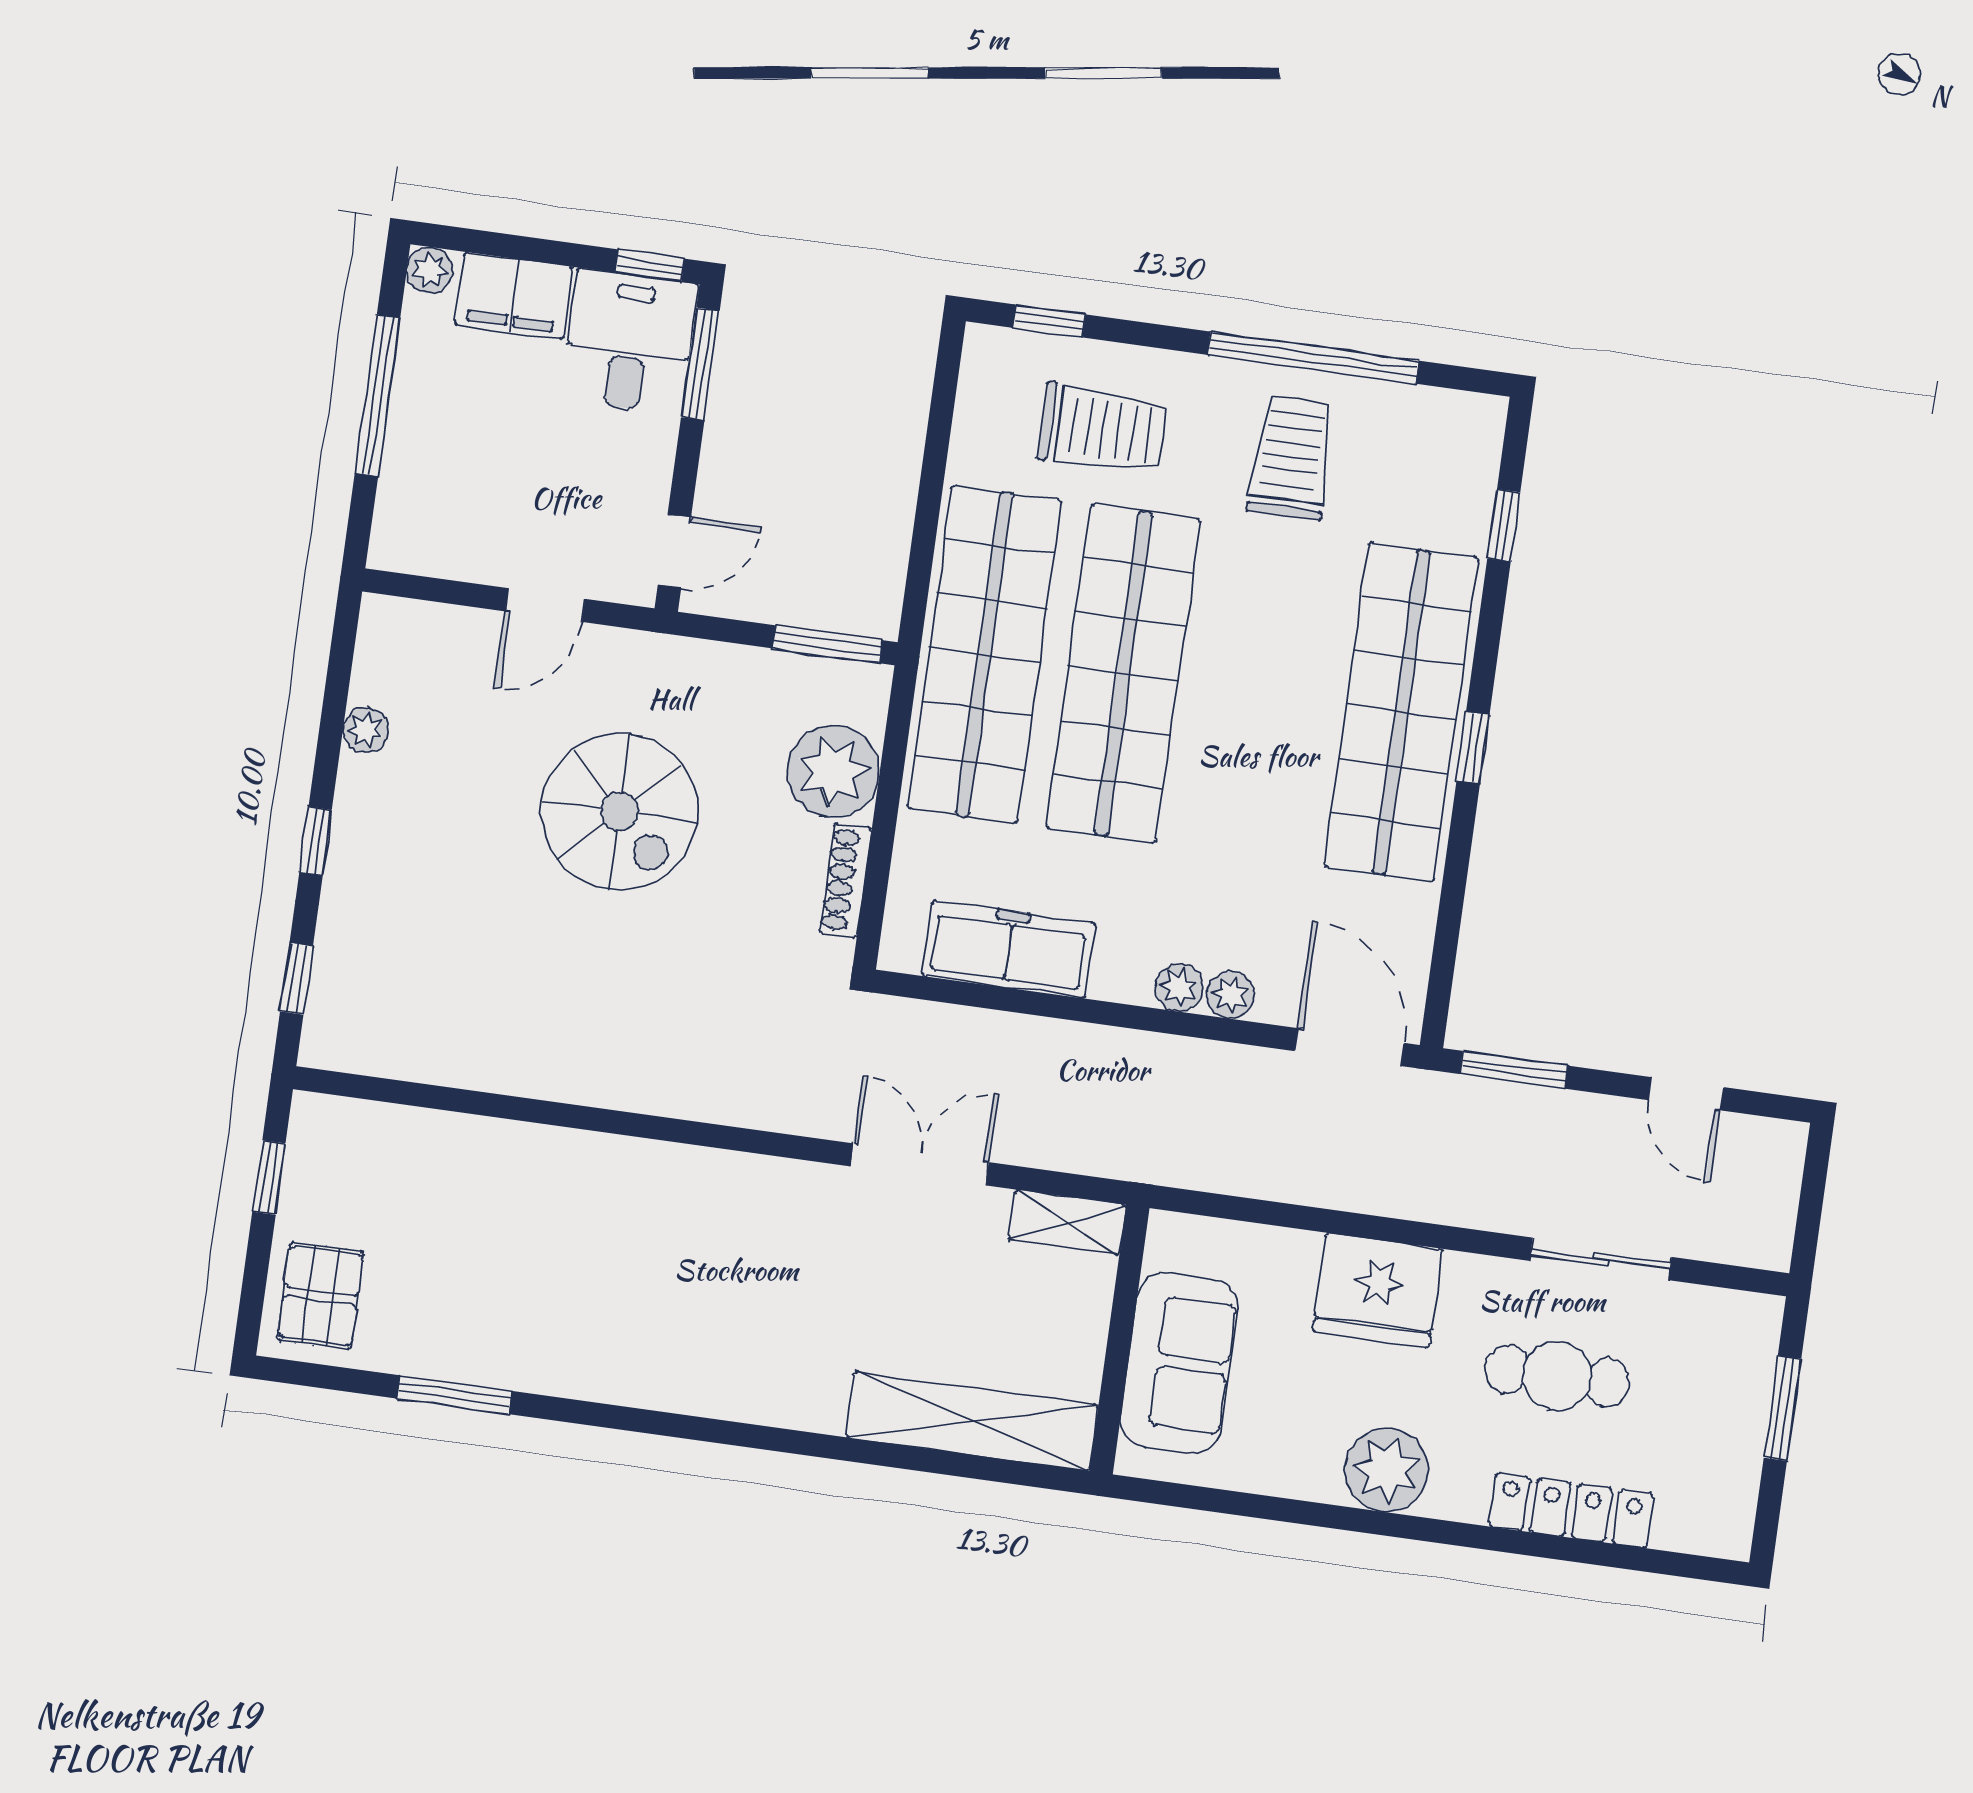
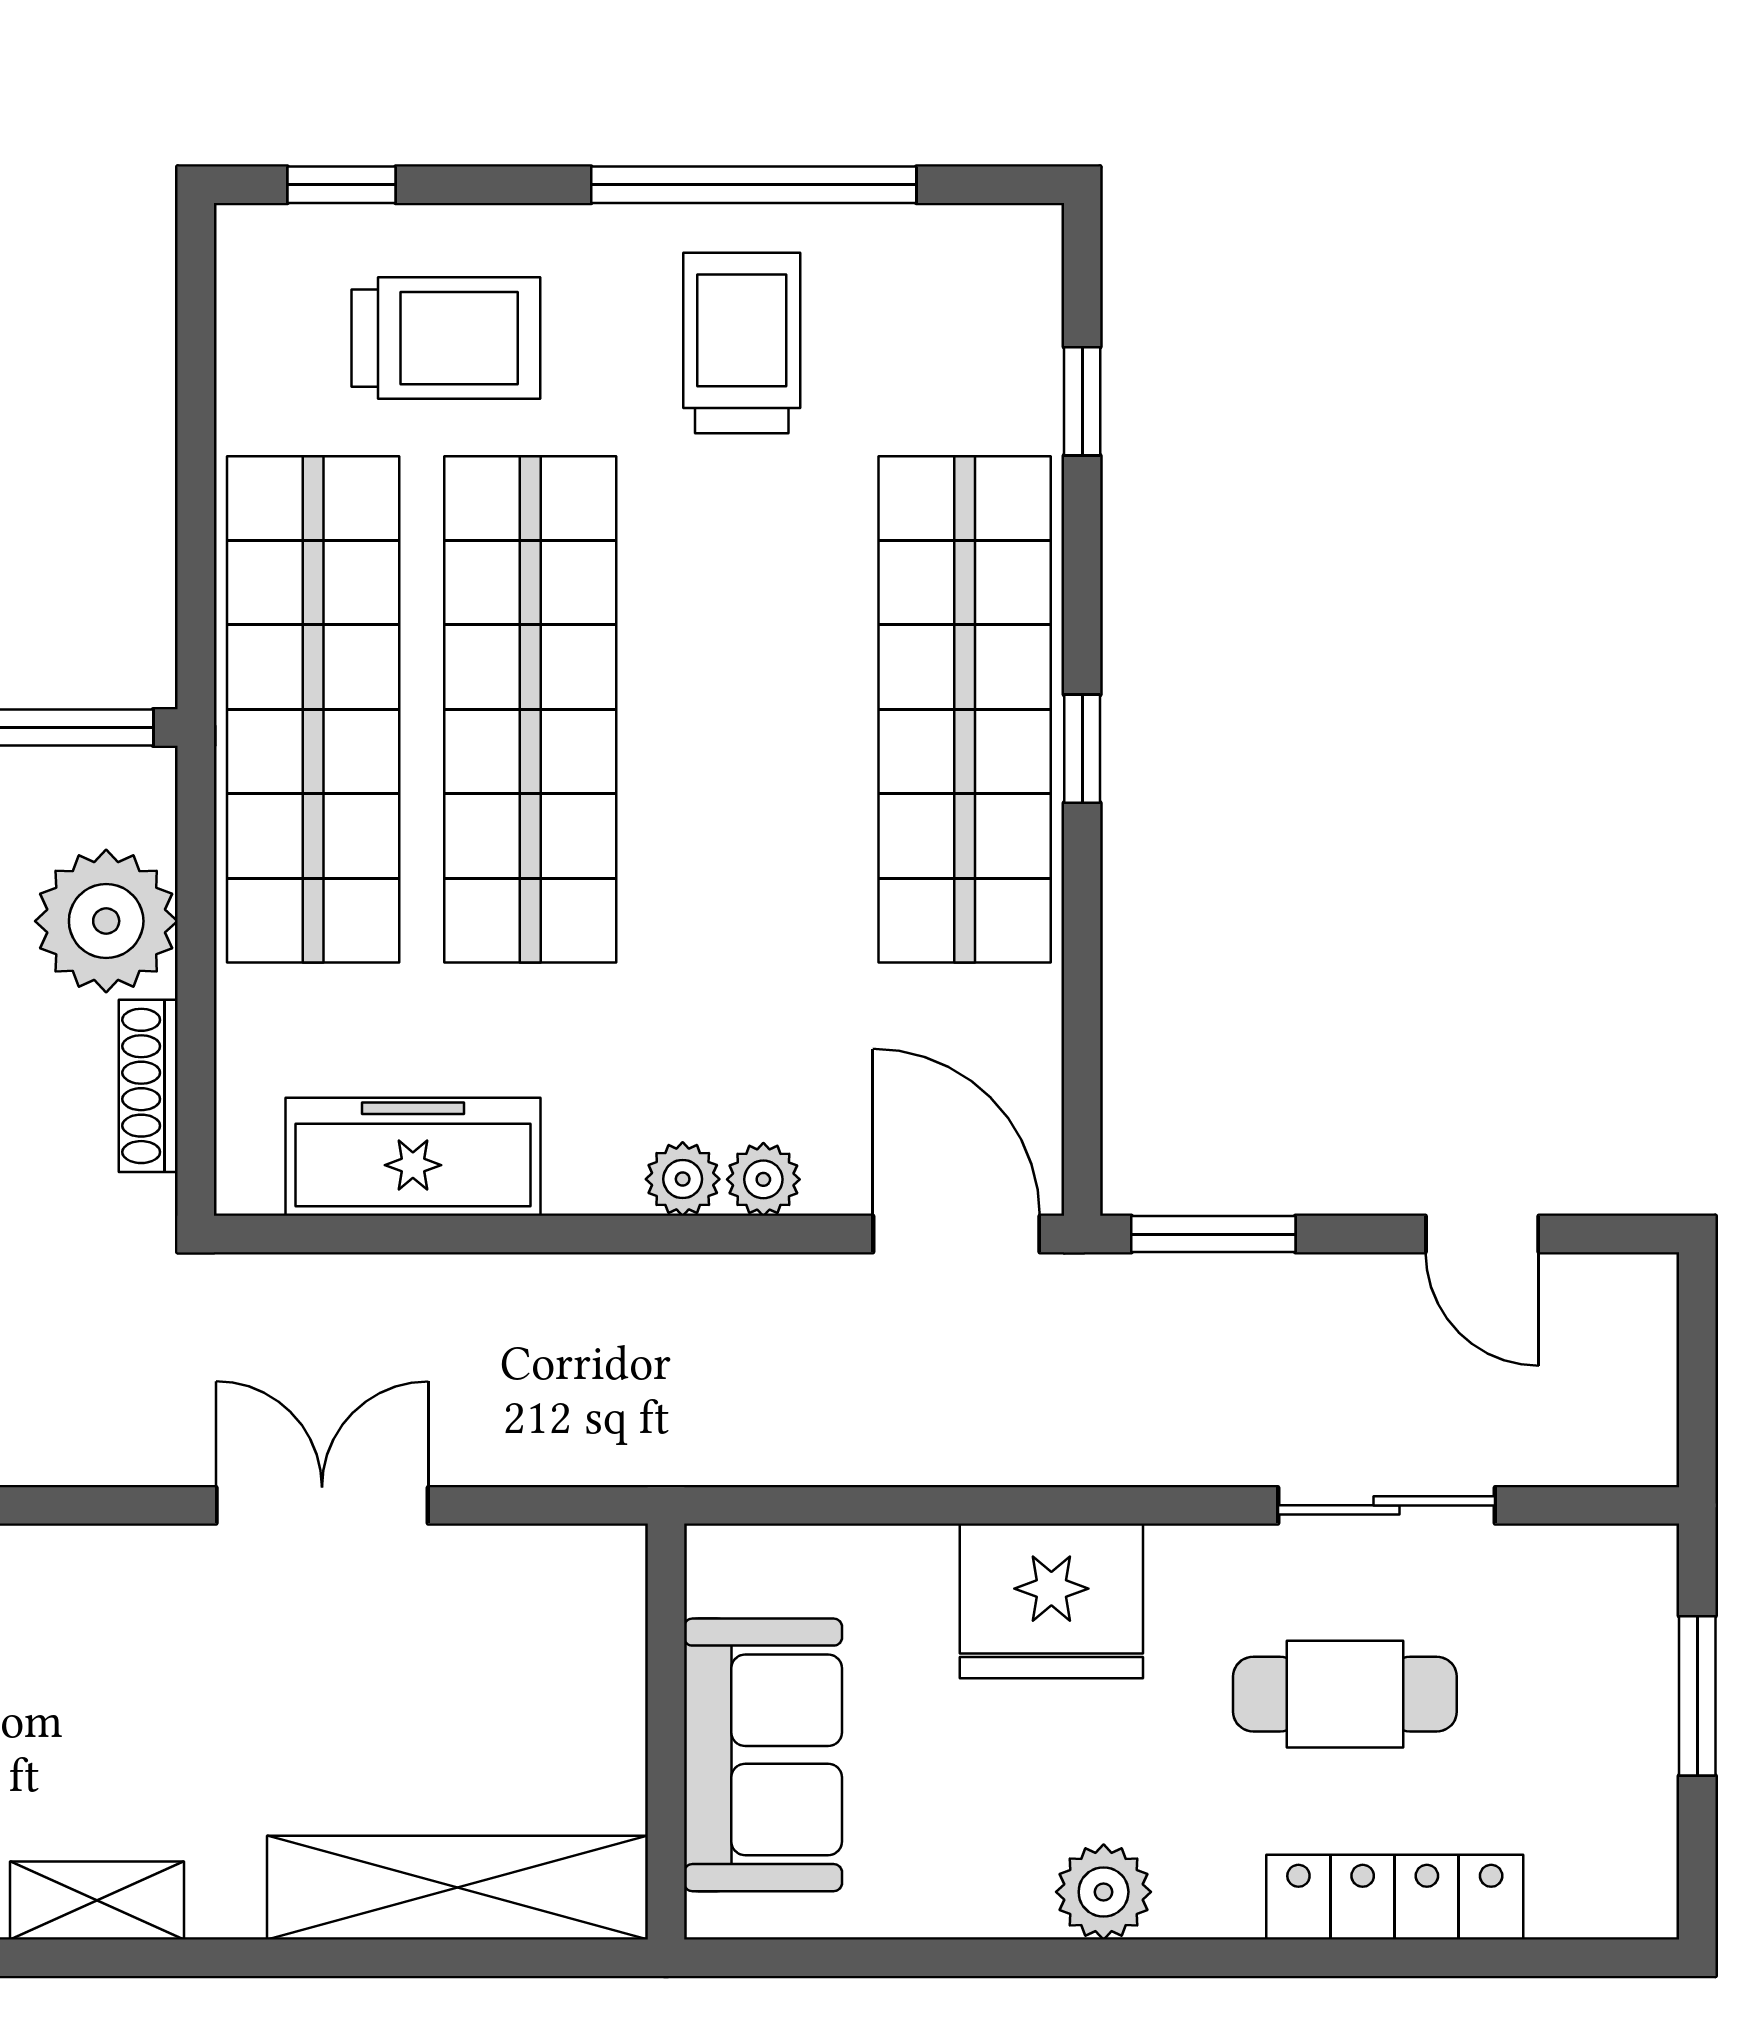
shelving: (1067, 1222) -> (97, 1900), moved
plant: (1387, 1470) -> (1104, 1892), width x0.73, depth x0.73

